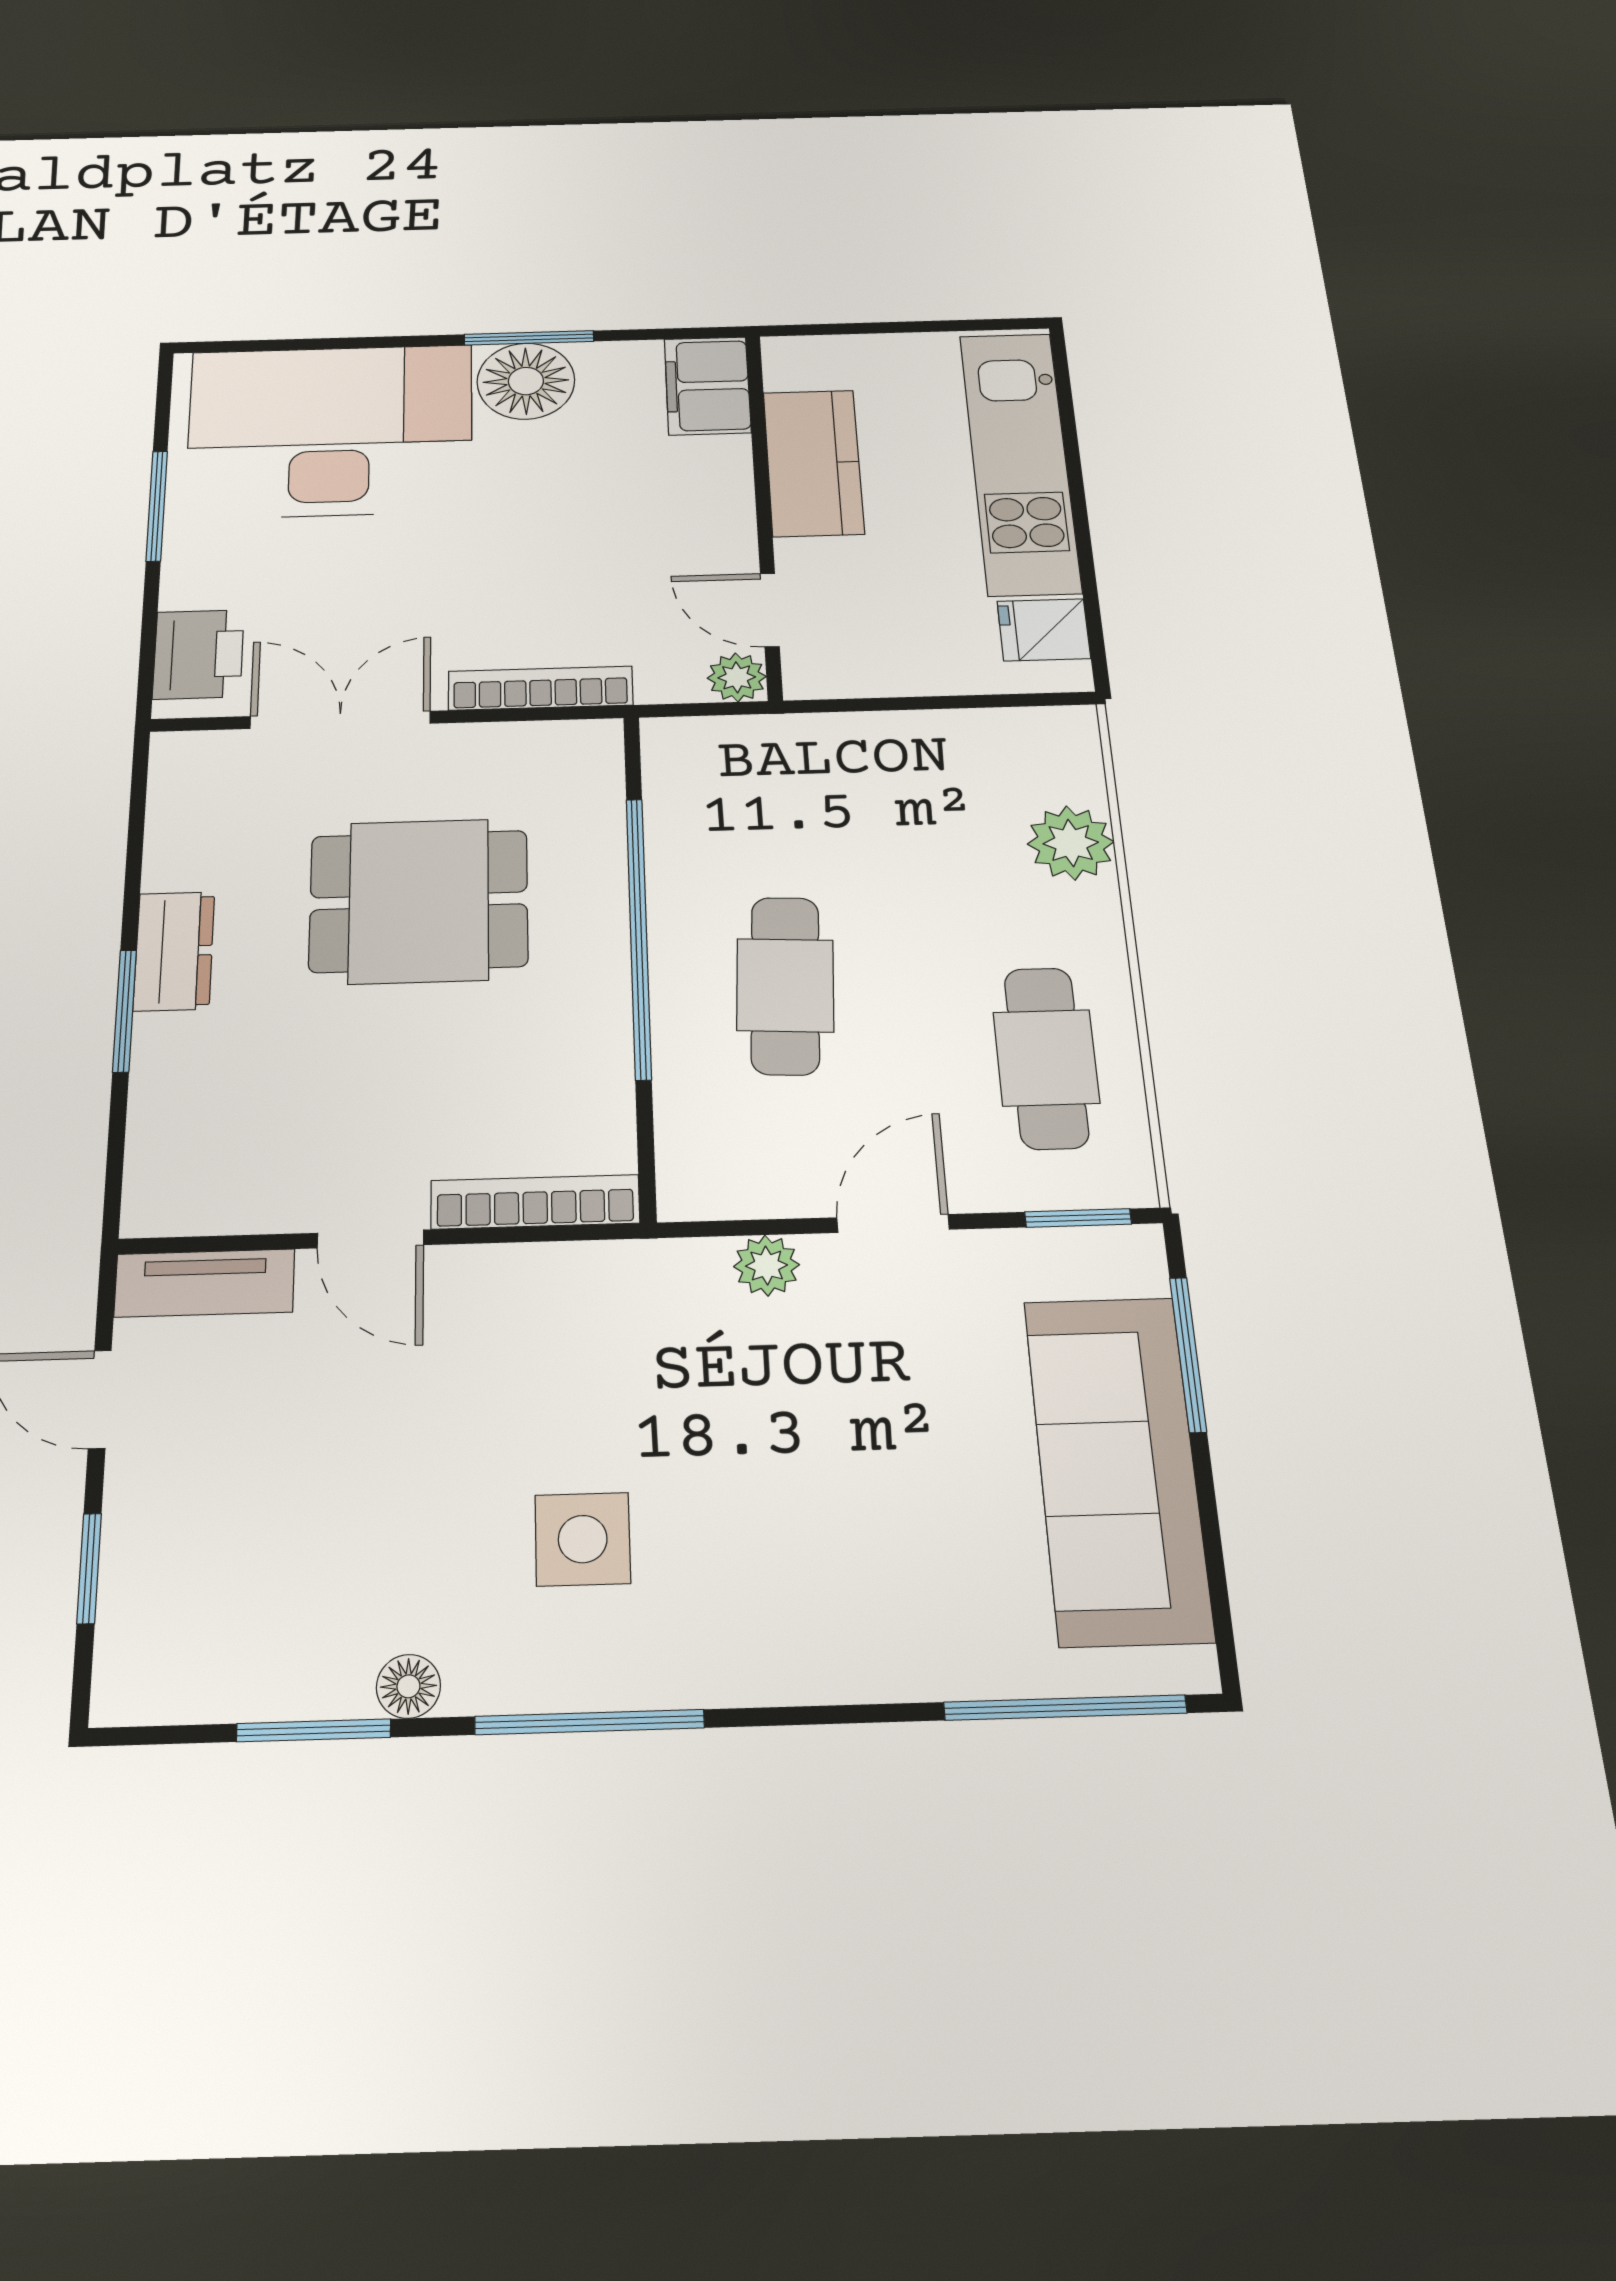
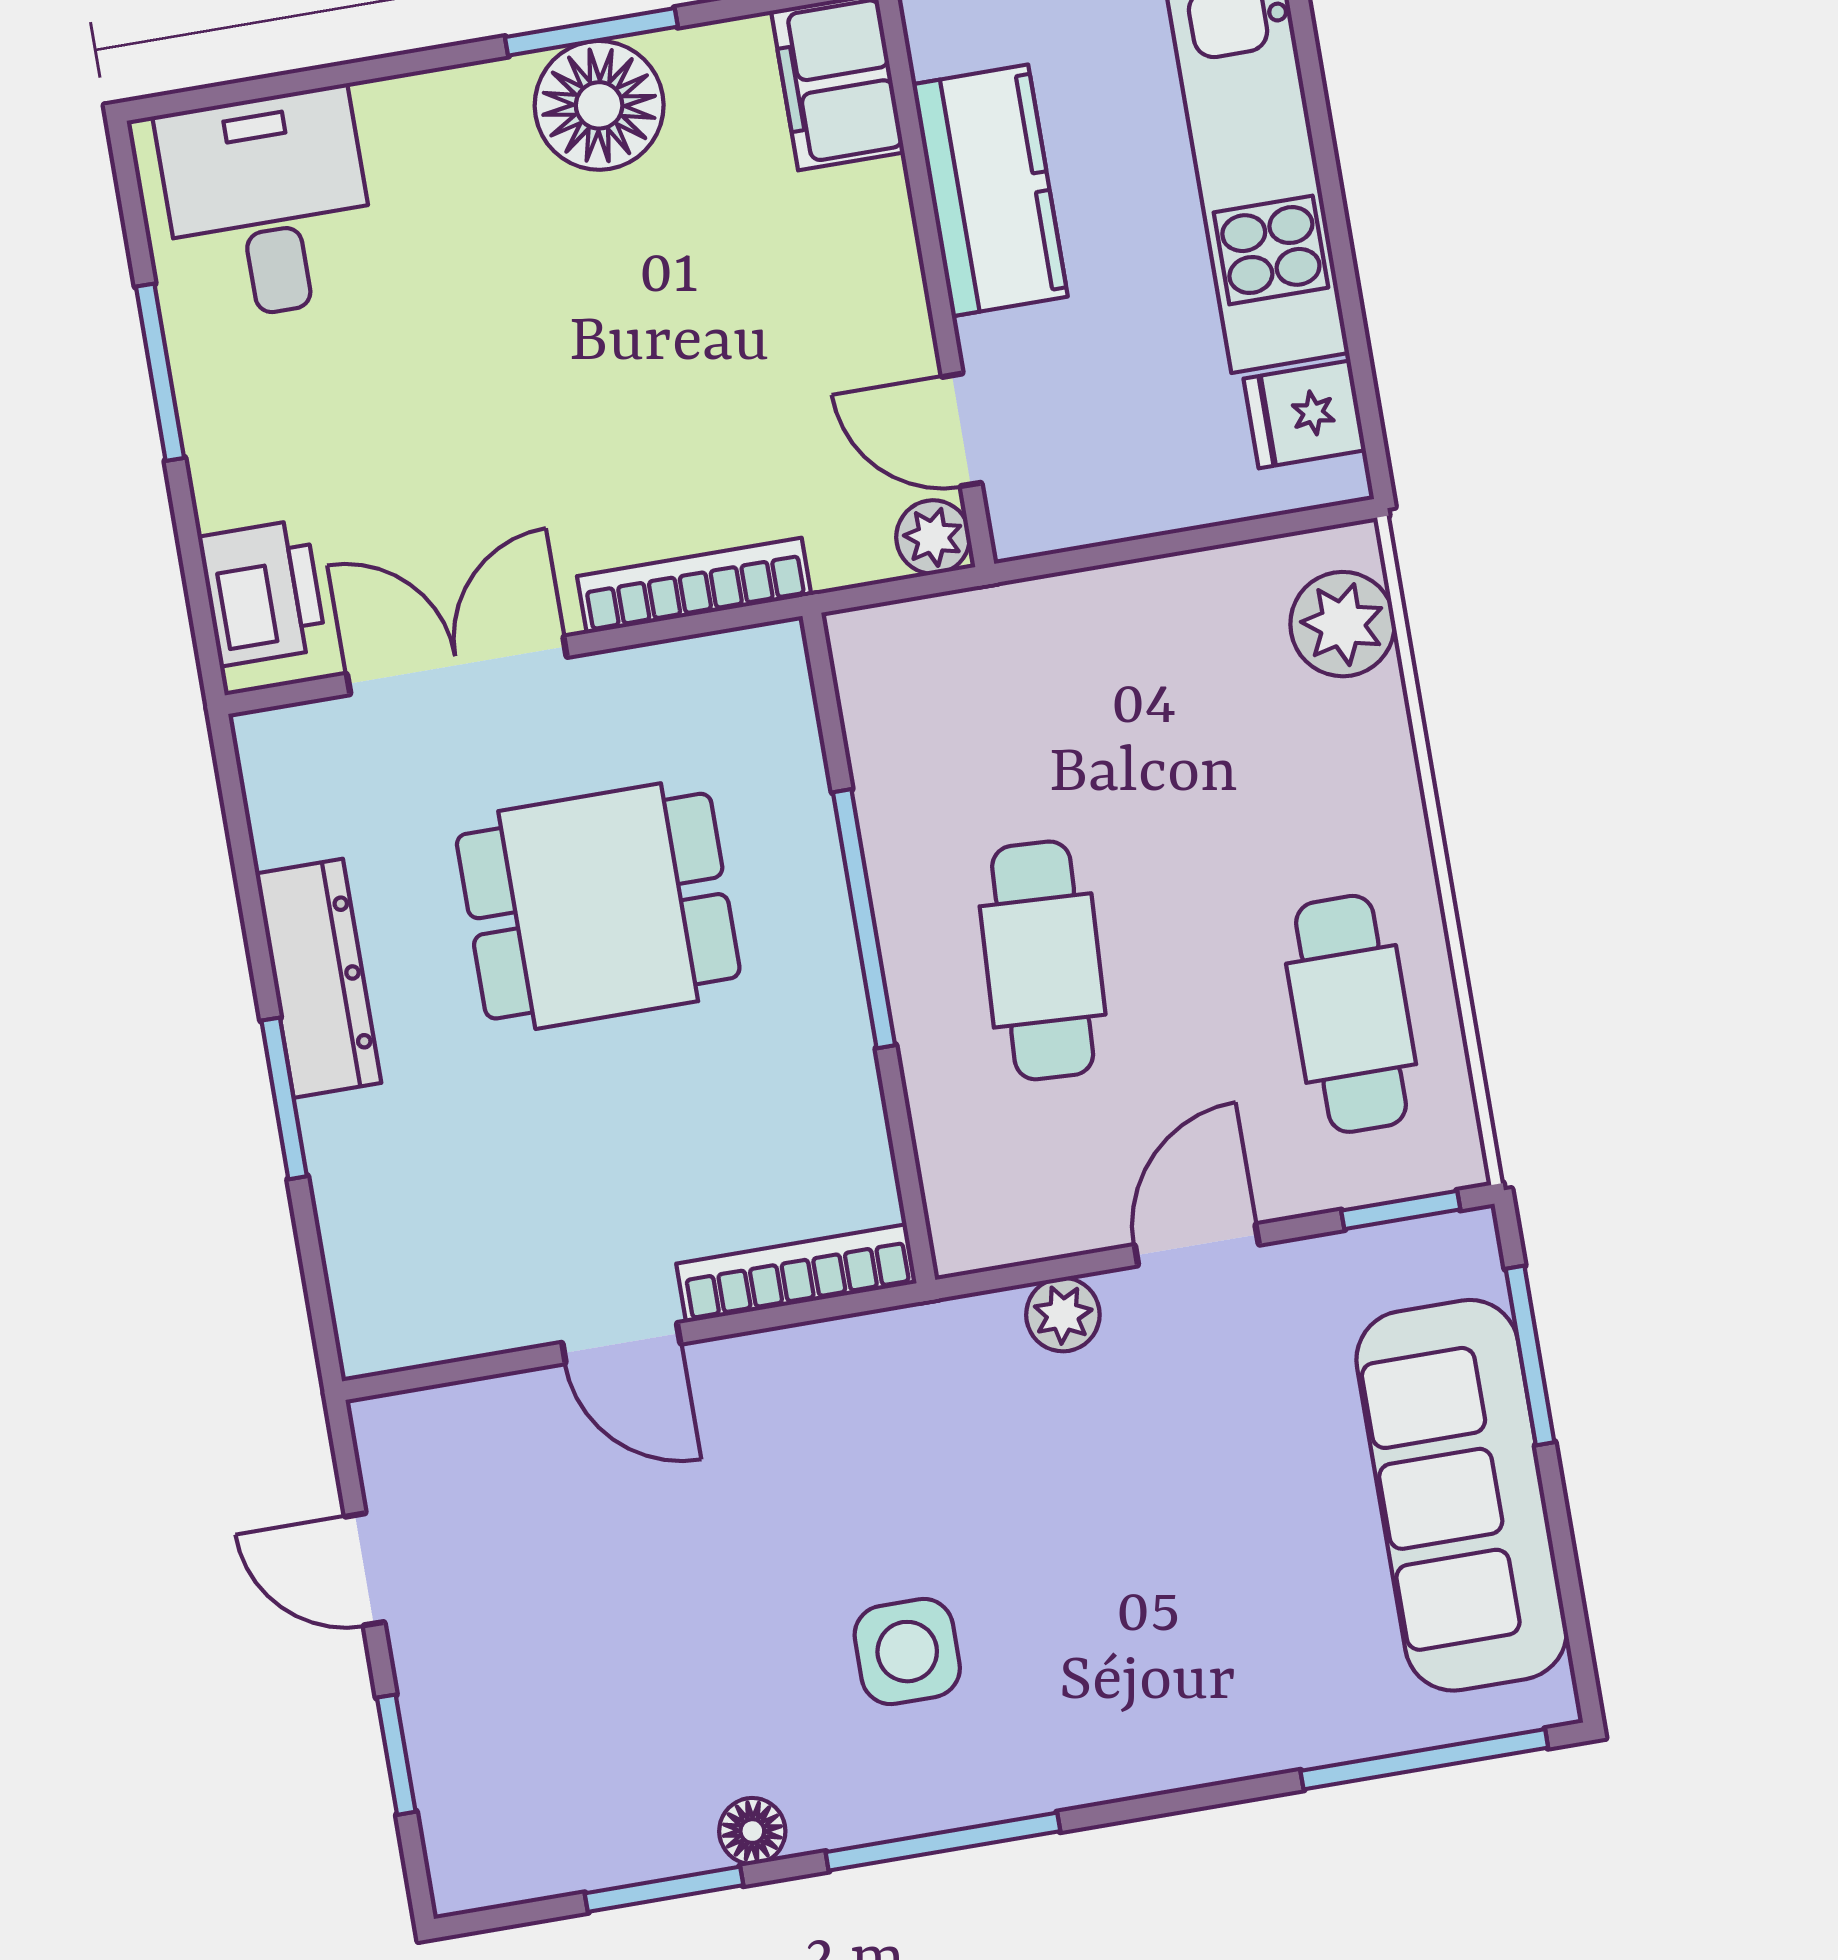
desk: (330, 431) -> (268, 205), width x0.53, depth x0.77
plant: (1071, 843) -> (1343, 624), moved
window: (639, 936) -> (864, 919), width x0.68
dresser: (174, 951) -> (318, 978), width x1.44
tv unit: (205, 1283) -> (449, 1420), removed

